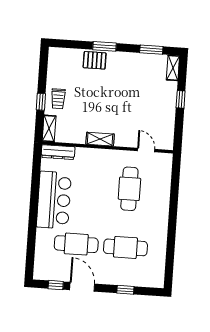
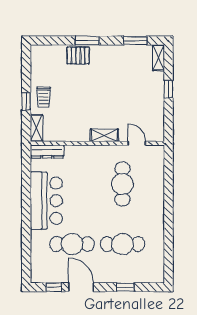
shelving: (100, 139) -> (104, 135), moved

